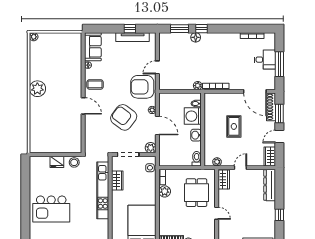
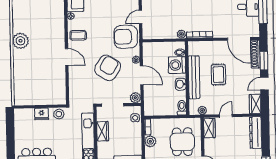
armchair: (124, 117) -> (108, 68), turned 86
bench: (209, 129) -> (194, 77), added

